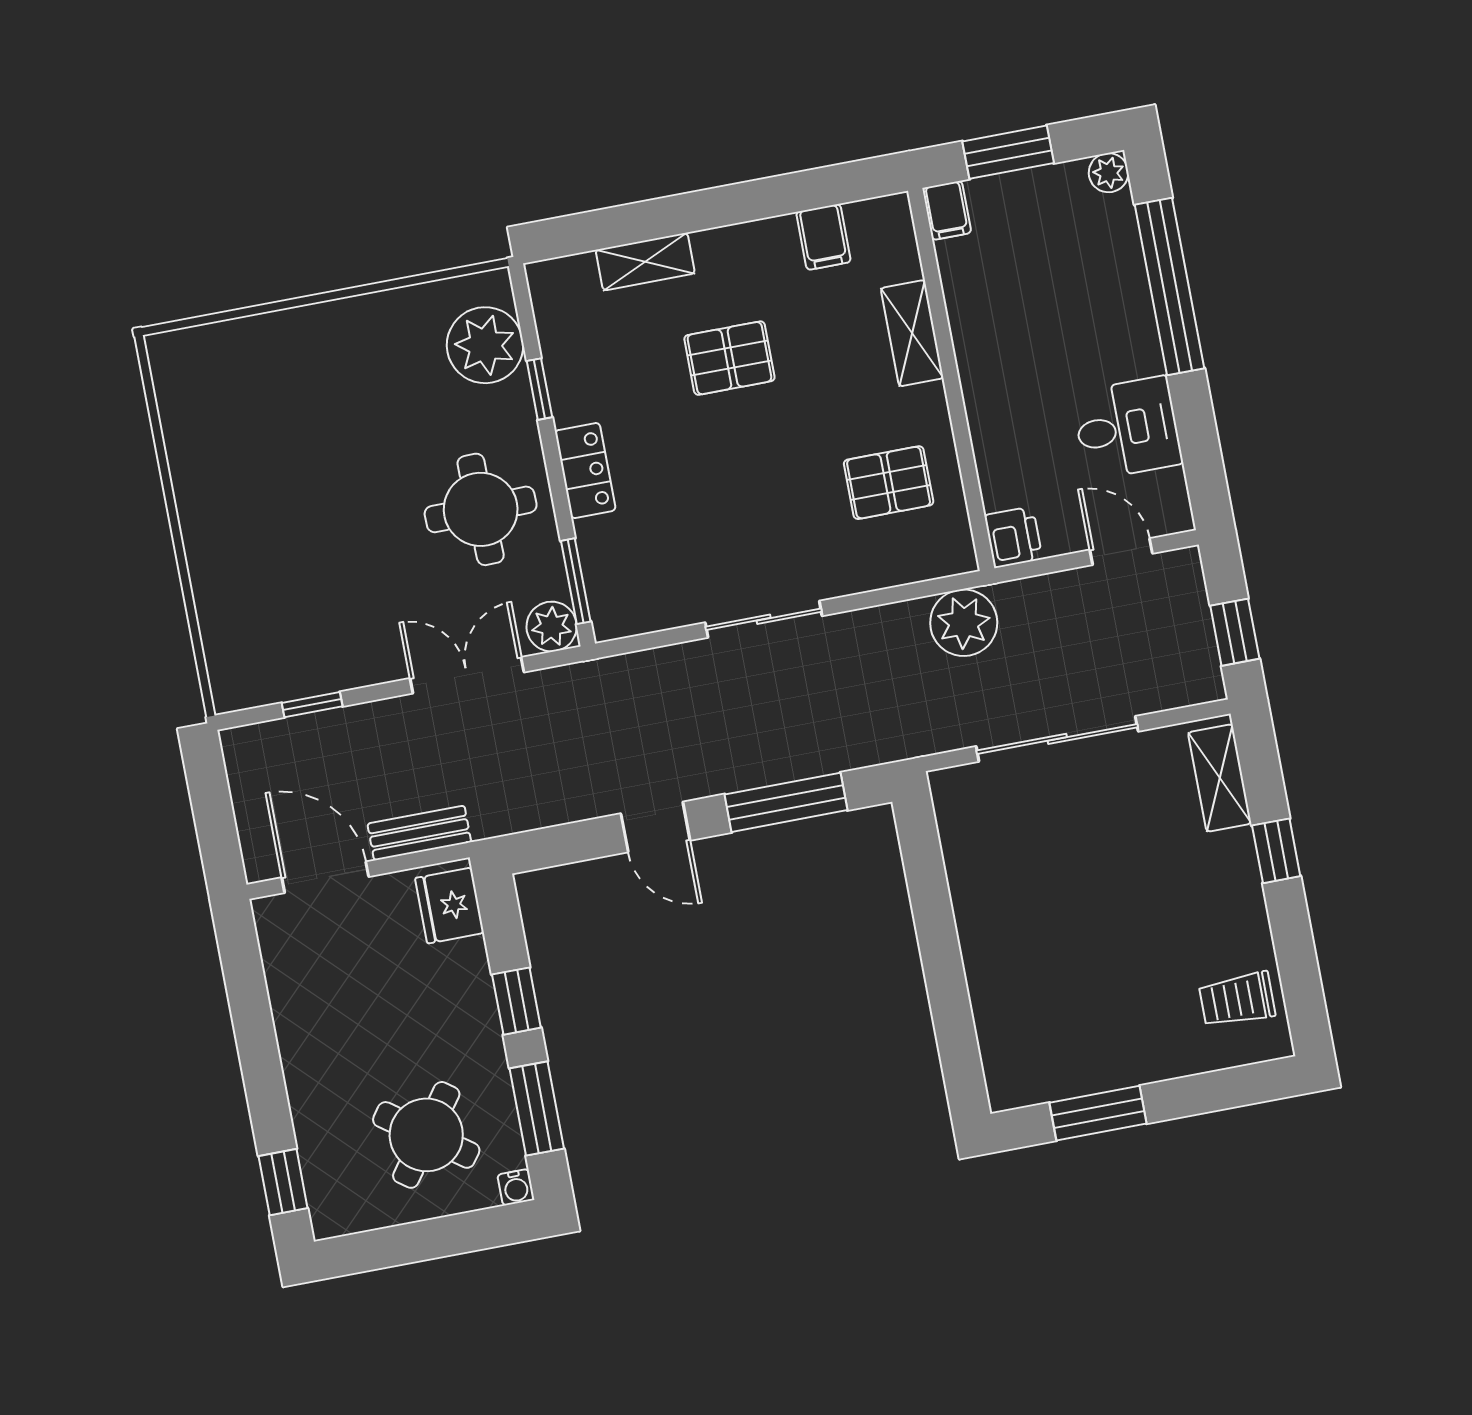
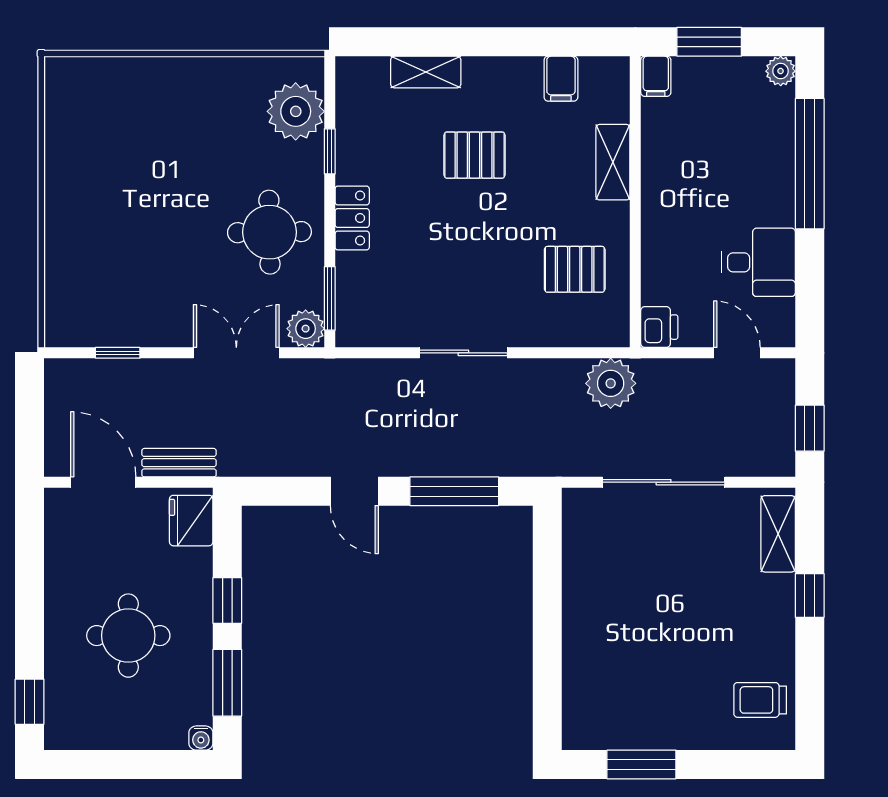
round table: (426, 1135) -> (128, 636), moved, turned -36

